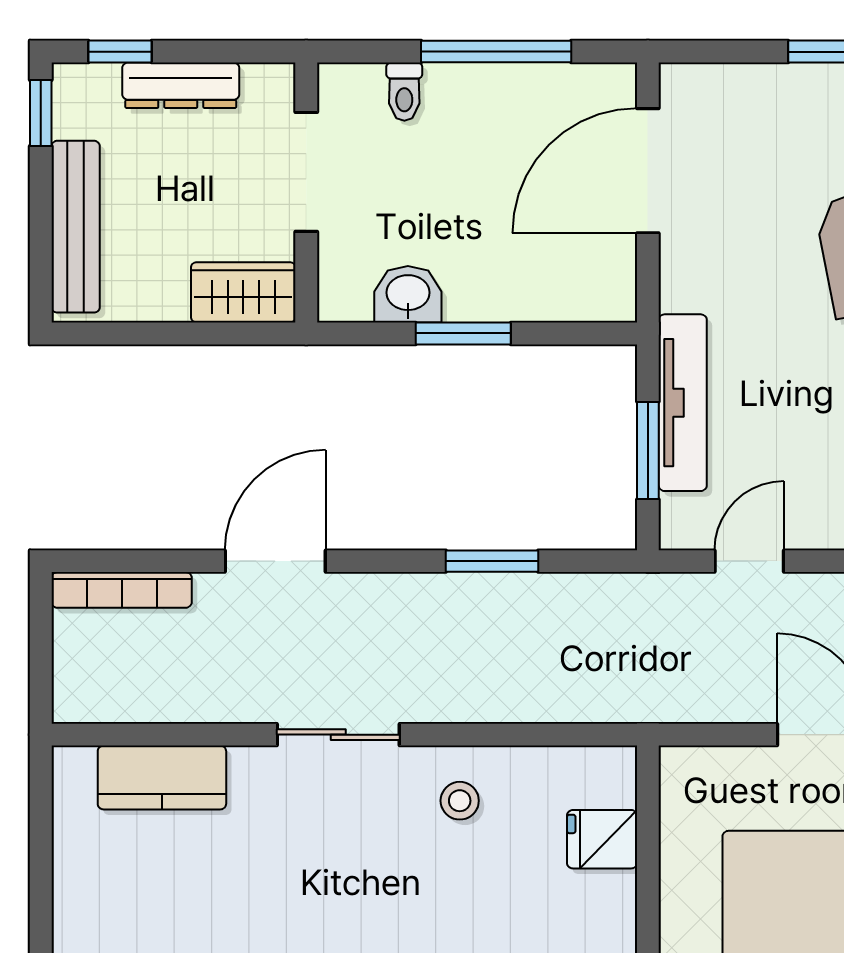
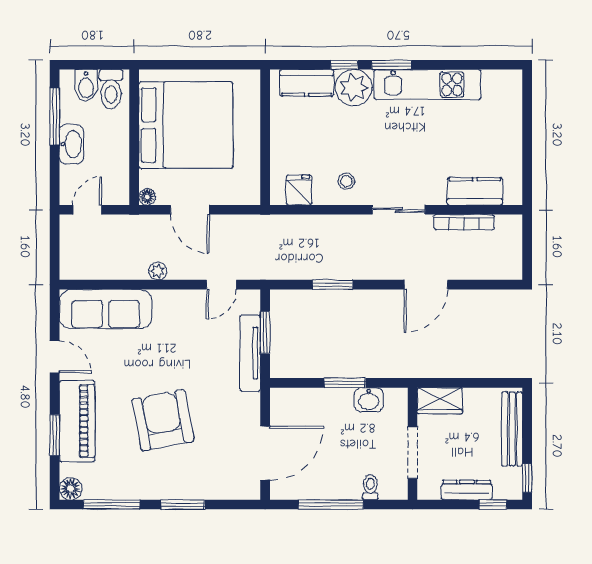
bookcase: (122, 590) -> (464, 222), moved, turned 180
fridge: (602, 839) -> (299, 190), moved, turned -90

